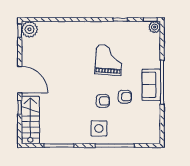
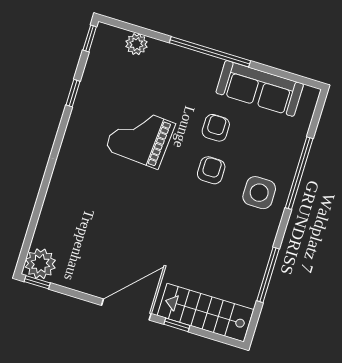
plant: (155, 27) -> (136, 44), moved
sofa: (151, 85) -> (260, 88), moved, width x1.36

